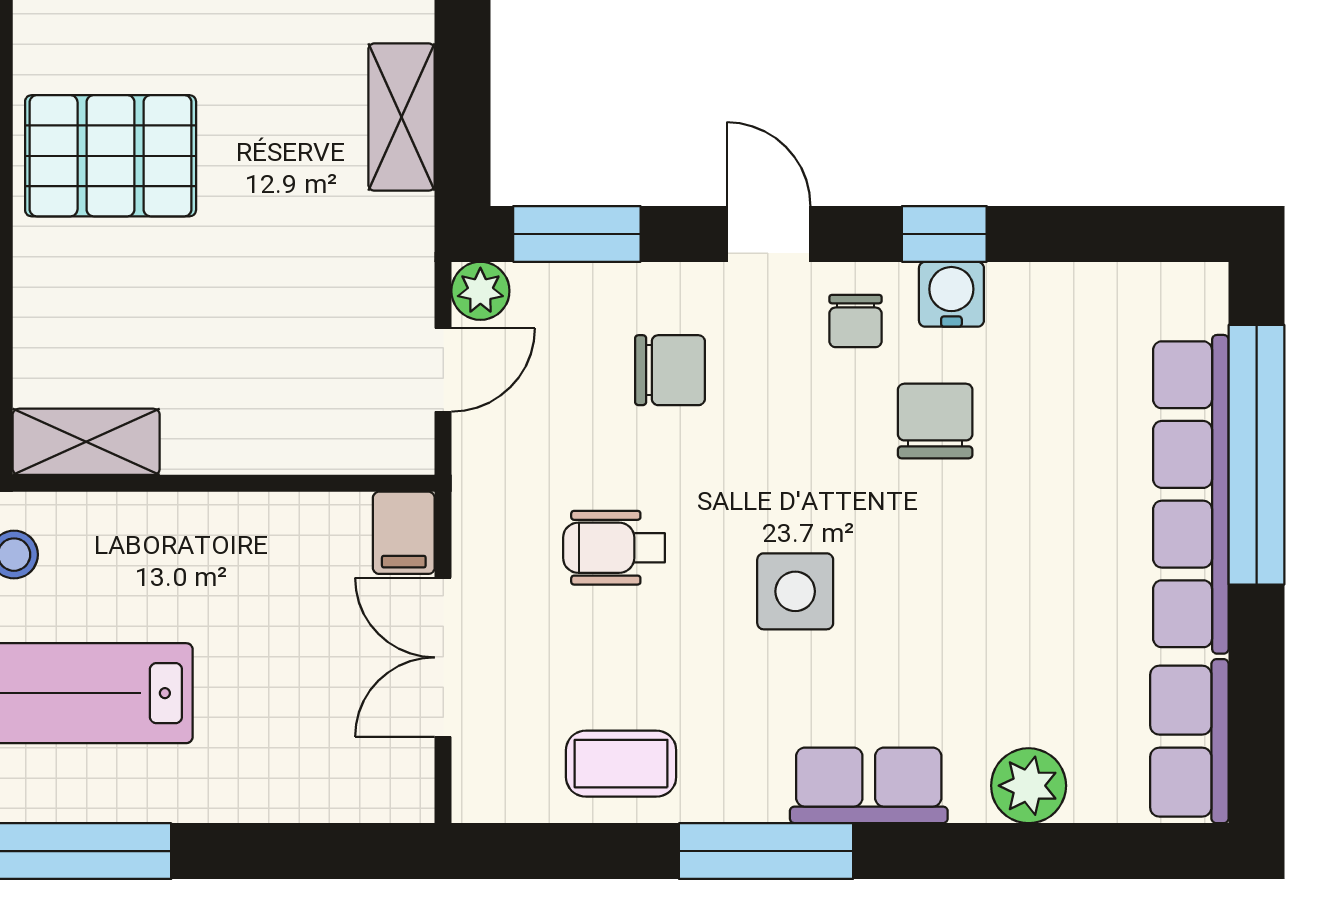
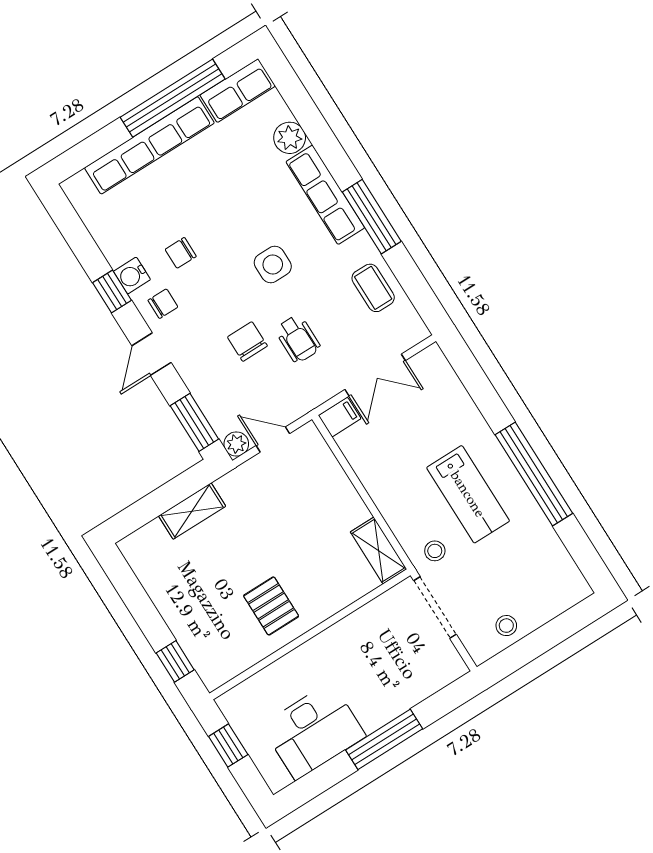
pallet: (111, 156) -> (271, 606), width x0.67, depth x0.71
chair: (670, 370) -> (247, 342), moved
chair: (935, 421) -> (181, 253), width x0.73, depth x0.73
window: (1257, 455) -> (173, 98), moved
row of seats: (869, 785) -> (325, 195), width x1.48

